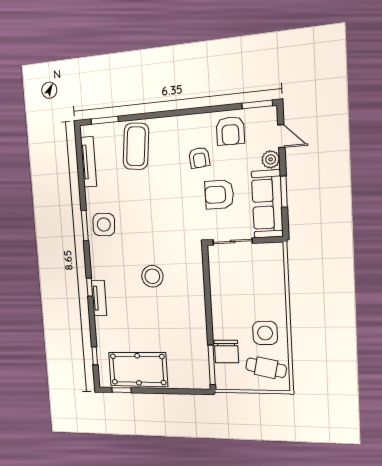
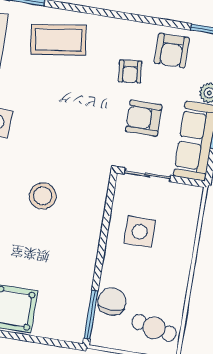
coffee table: (136, 146) -> (59, 40), turned 76
side table: (265, 333) -> (140, 232), moved
chair: (226, 351) -> (112, 301), turned 180

